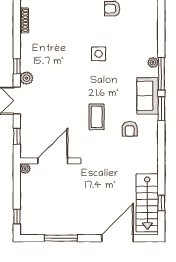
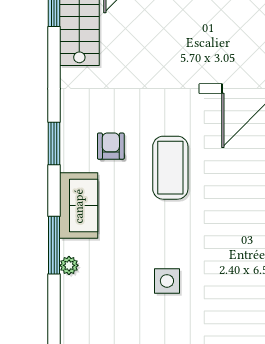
window: (161, 109) -> (54, 143), moved
coffee table: (97, 117) -> (170, 168), width x1.36, depth x1.32

